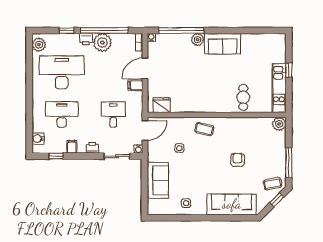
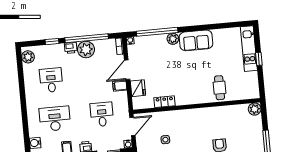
desk: (62, 72) -> (51, 80), width x0.53, depth x0.77
kitchen unit: (279, 88) -> (249, 49), moved
fridge: (162, 105) -> (138, 88), moved, turned 90
locker: (182, 107) -> (164, 102), added
coffee table: (204, 129) -> (187, 120), removed

